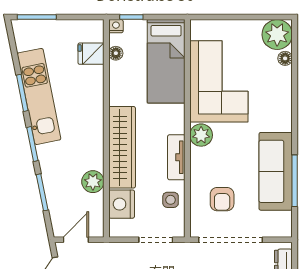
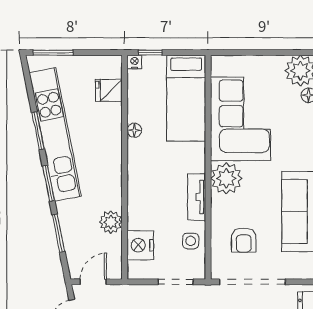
floor lamp: (116, 53) -> (134, 130), moved
kitchen unit: (39, 96) -> (55, 134), width x1.36
plant: (201, 135) -> (226, 178), width x1.36, depth x1.36
wardrobe: (122, 147) -> (141, 187), removed

